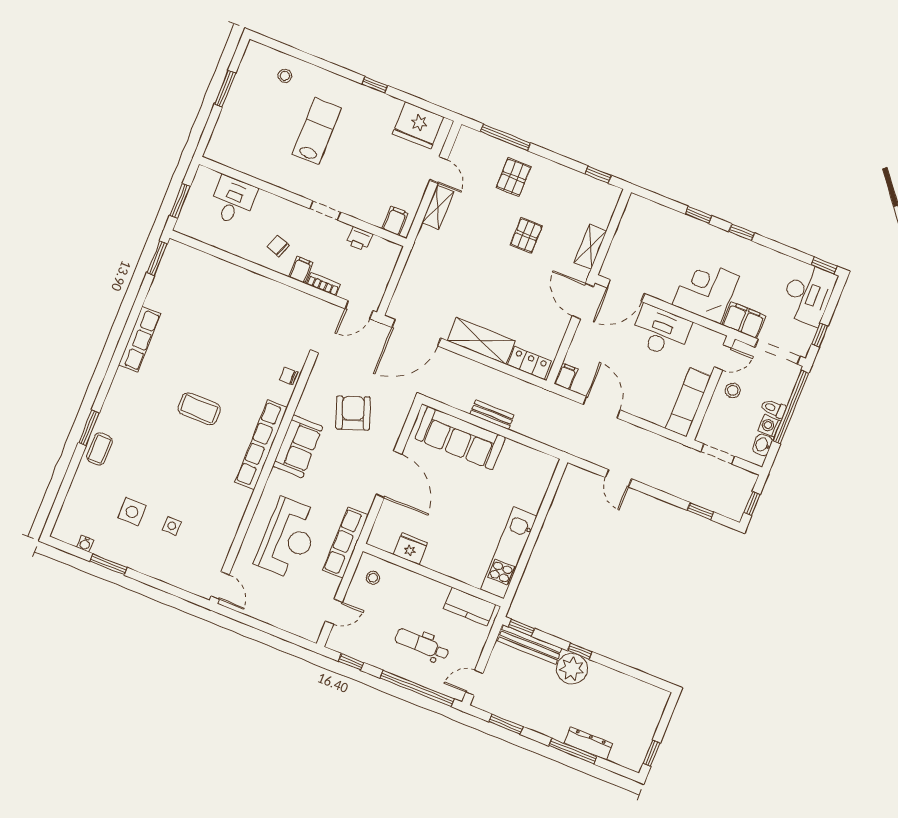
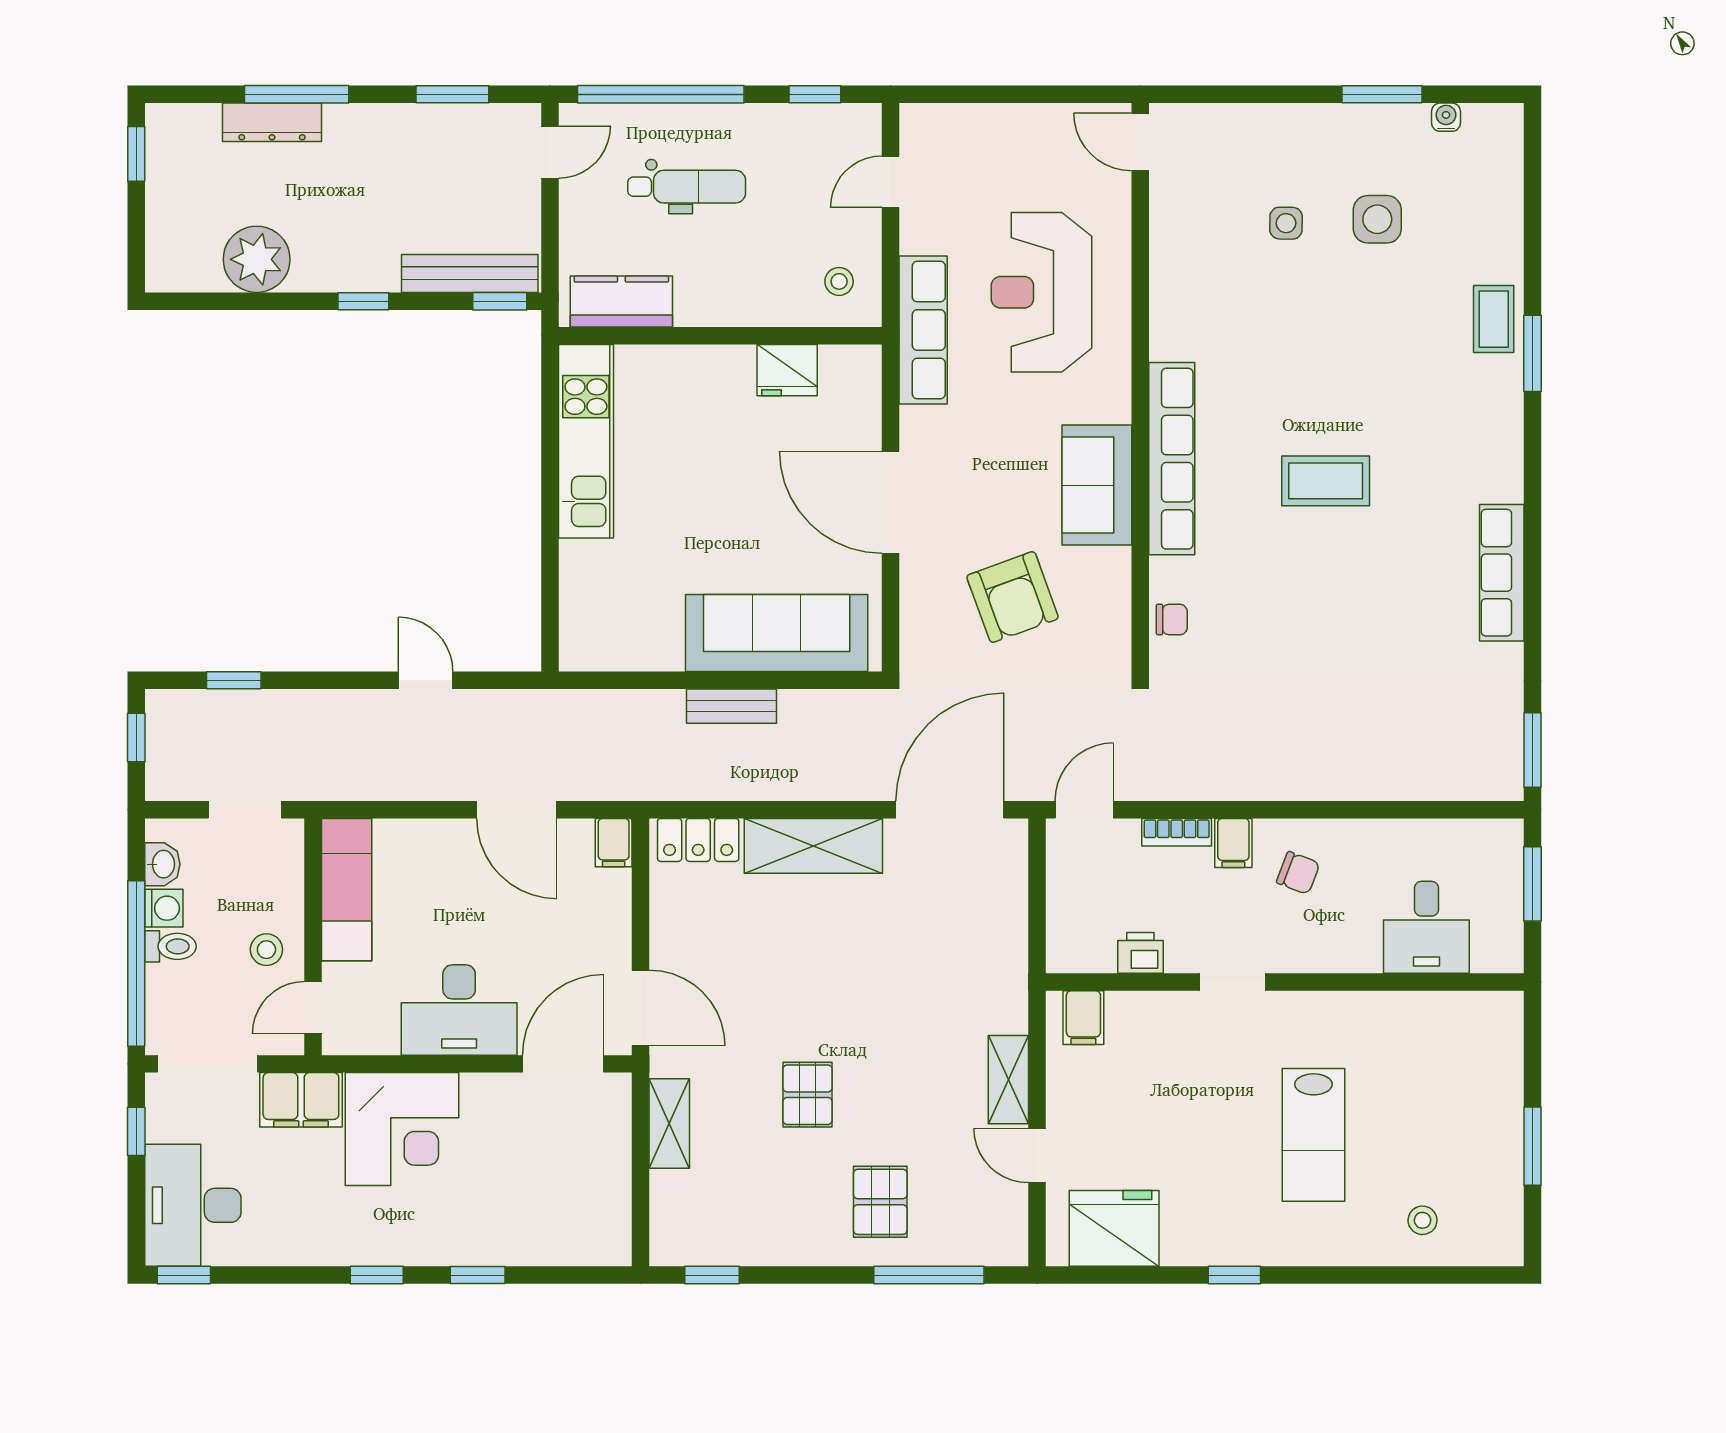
plant: (572, 669) -> (257, 259), moved

